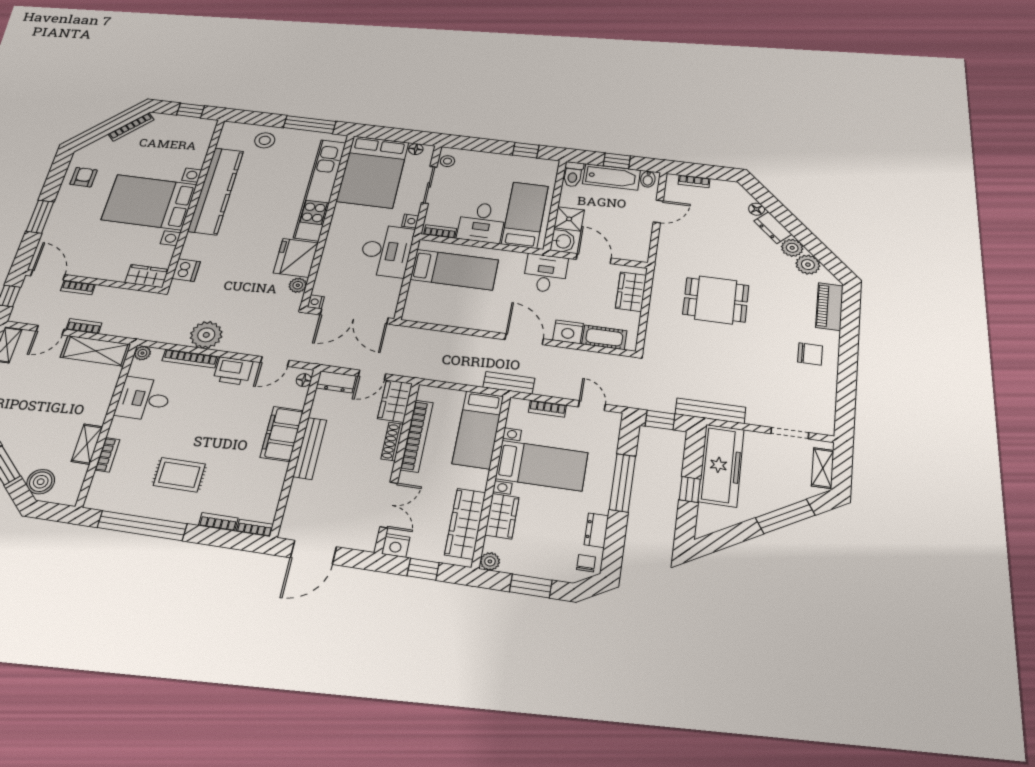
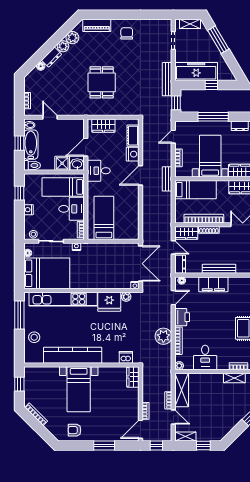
nightstand: (493, 159) -> (28, 210), added
bed with nightstands: (149, 202) -> (79, 389), width x0.73
desk: (386, 251) -> (97, 255), removed
door: (275, 361) -> (173, 298), hinge flipped

